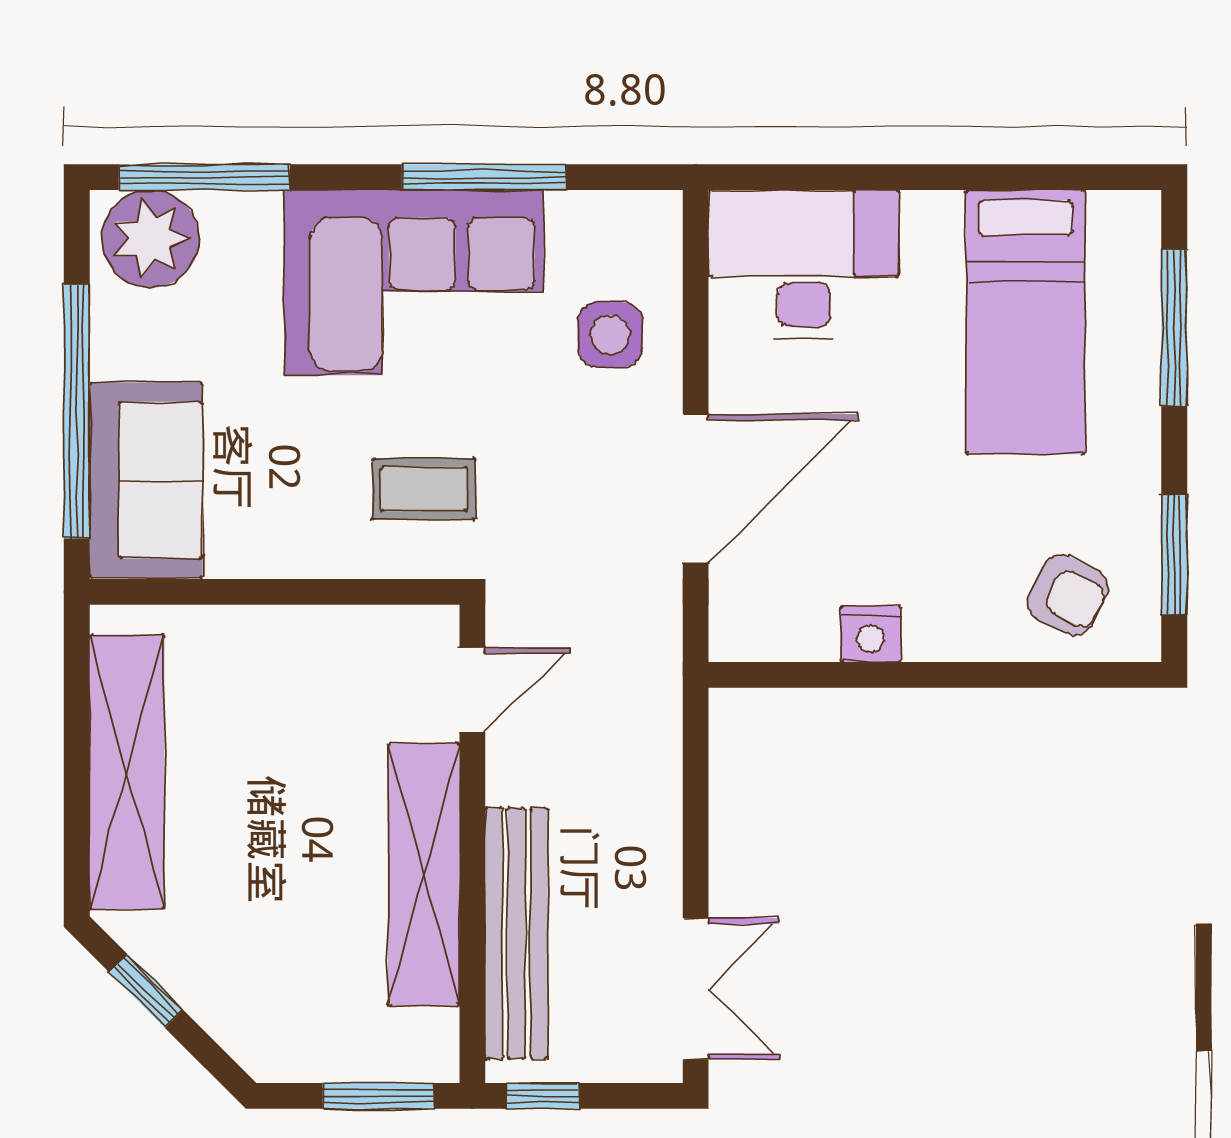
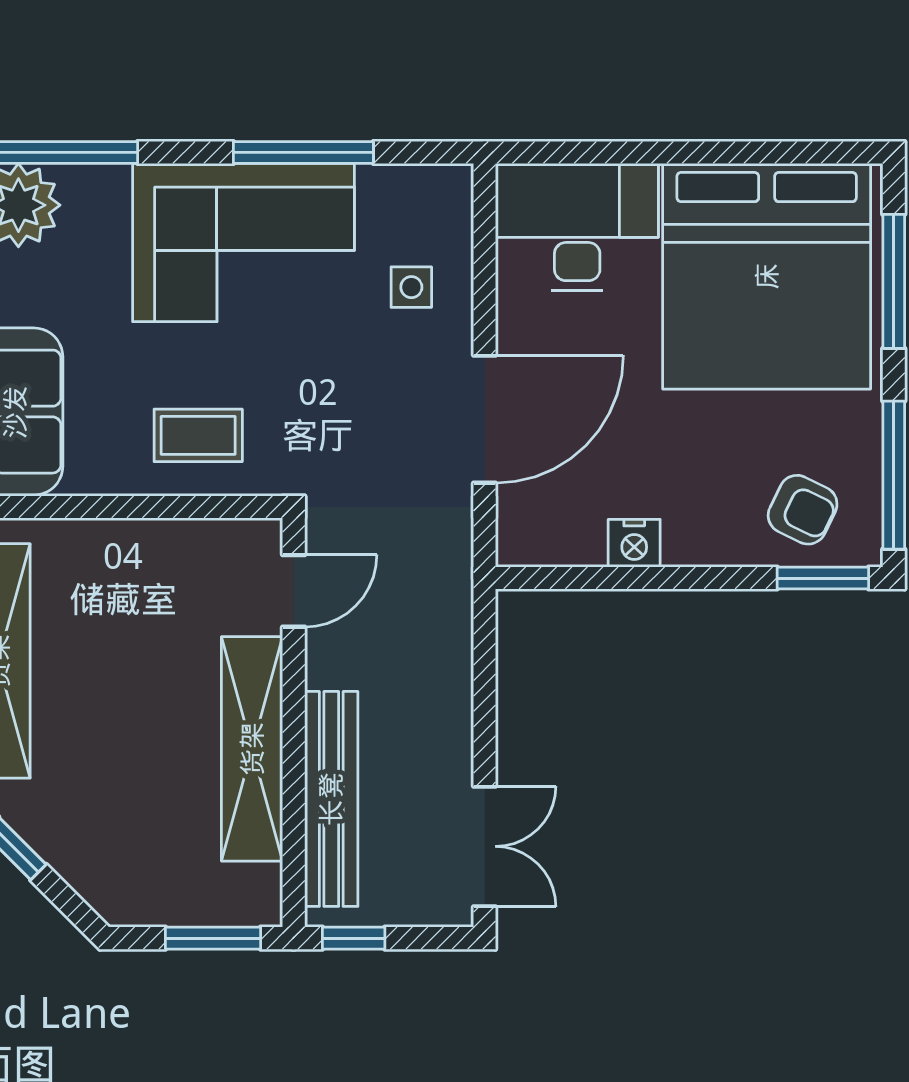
bed: (1026, 322) -> (767, 276), width x2.04
side table: (610, 335) -> (411, 287), width x0.73, depth x0.73
coffee table: (424, 489) -> (198, 435), moved
window: (1174, 554) -> (894, 475), width x1.44
window: (1091, 675) -> (823, 578), added

